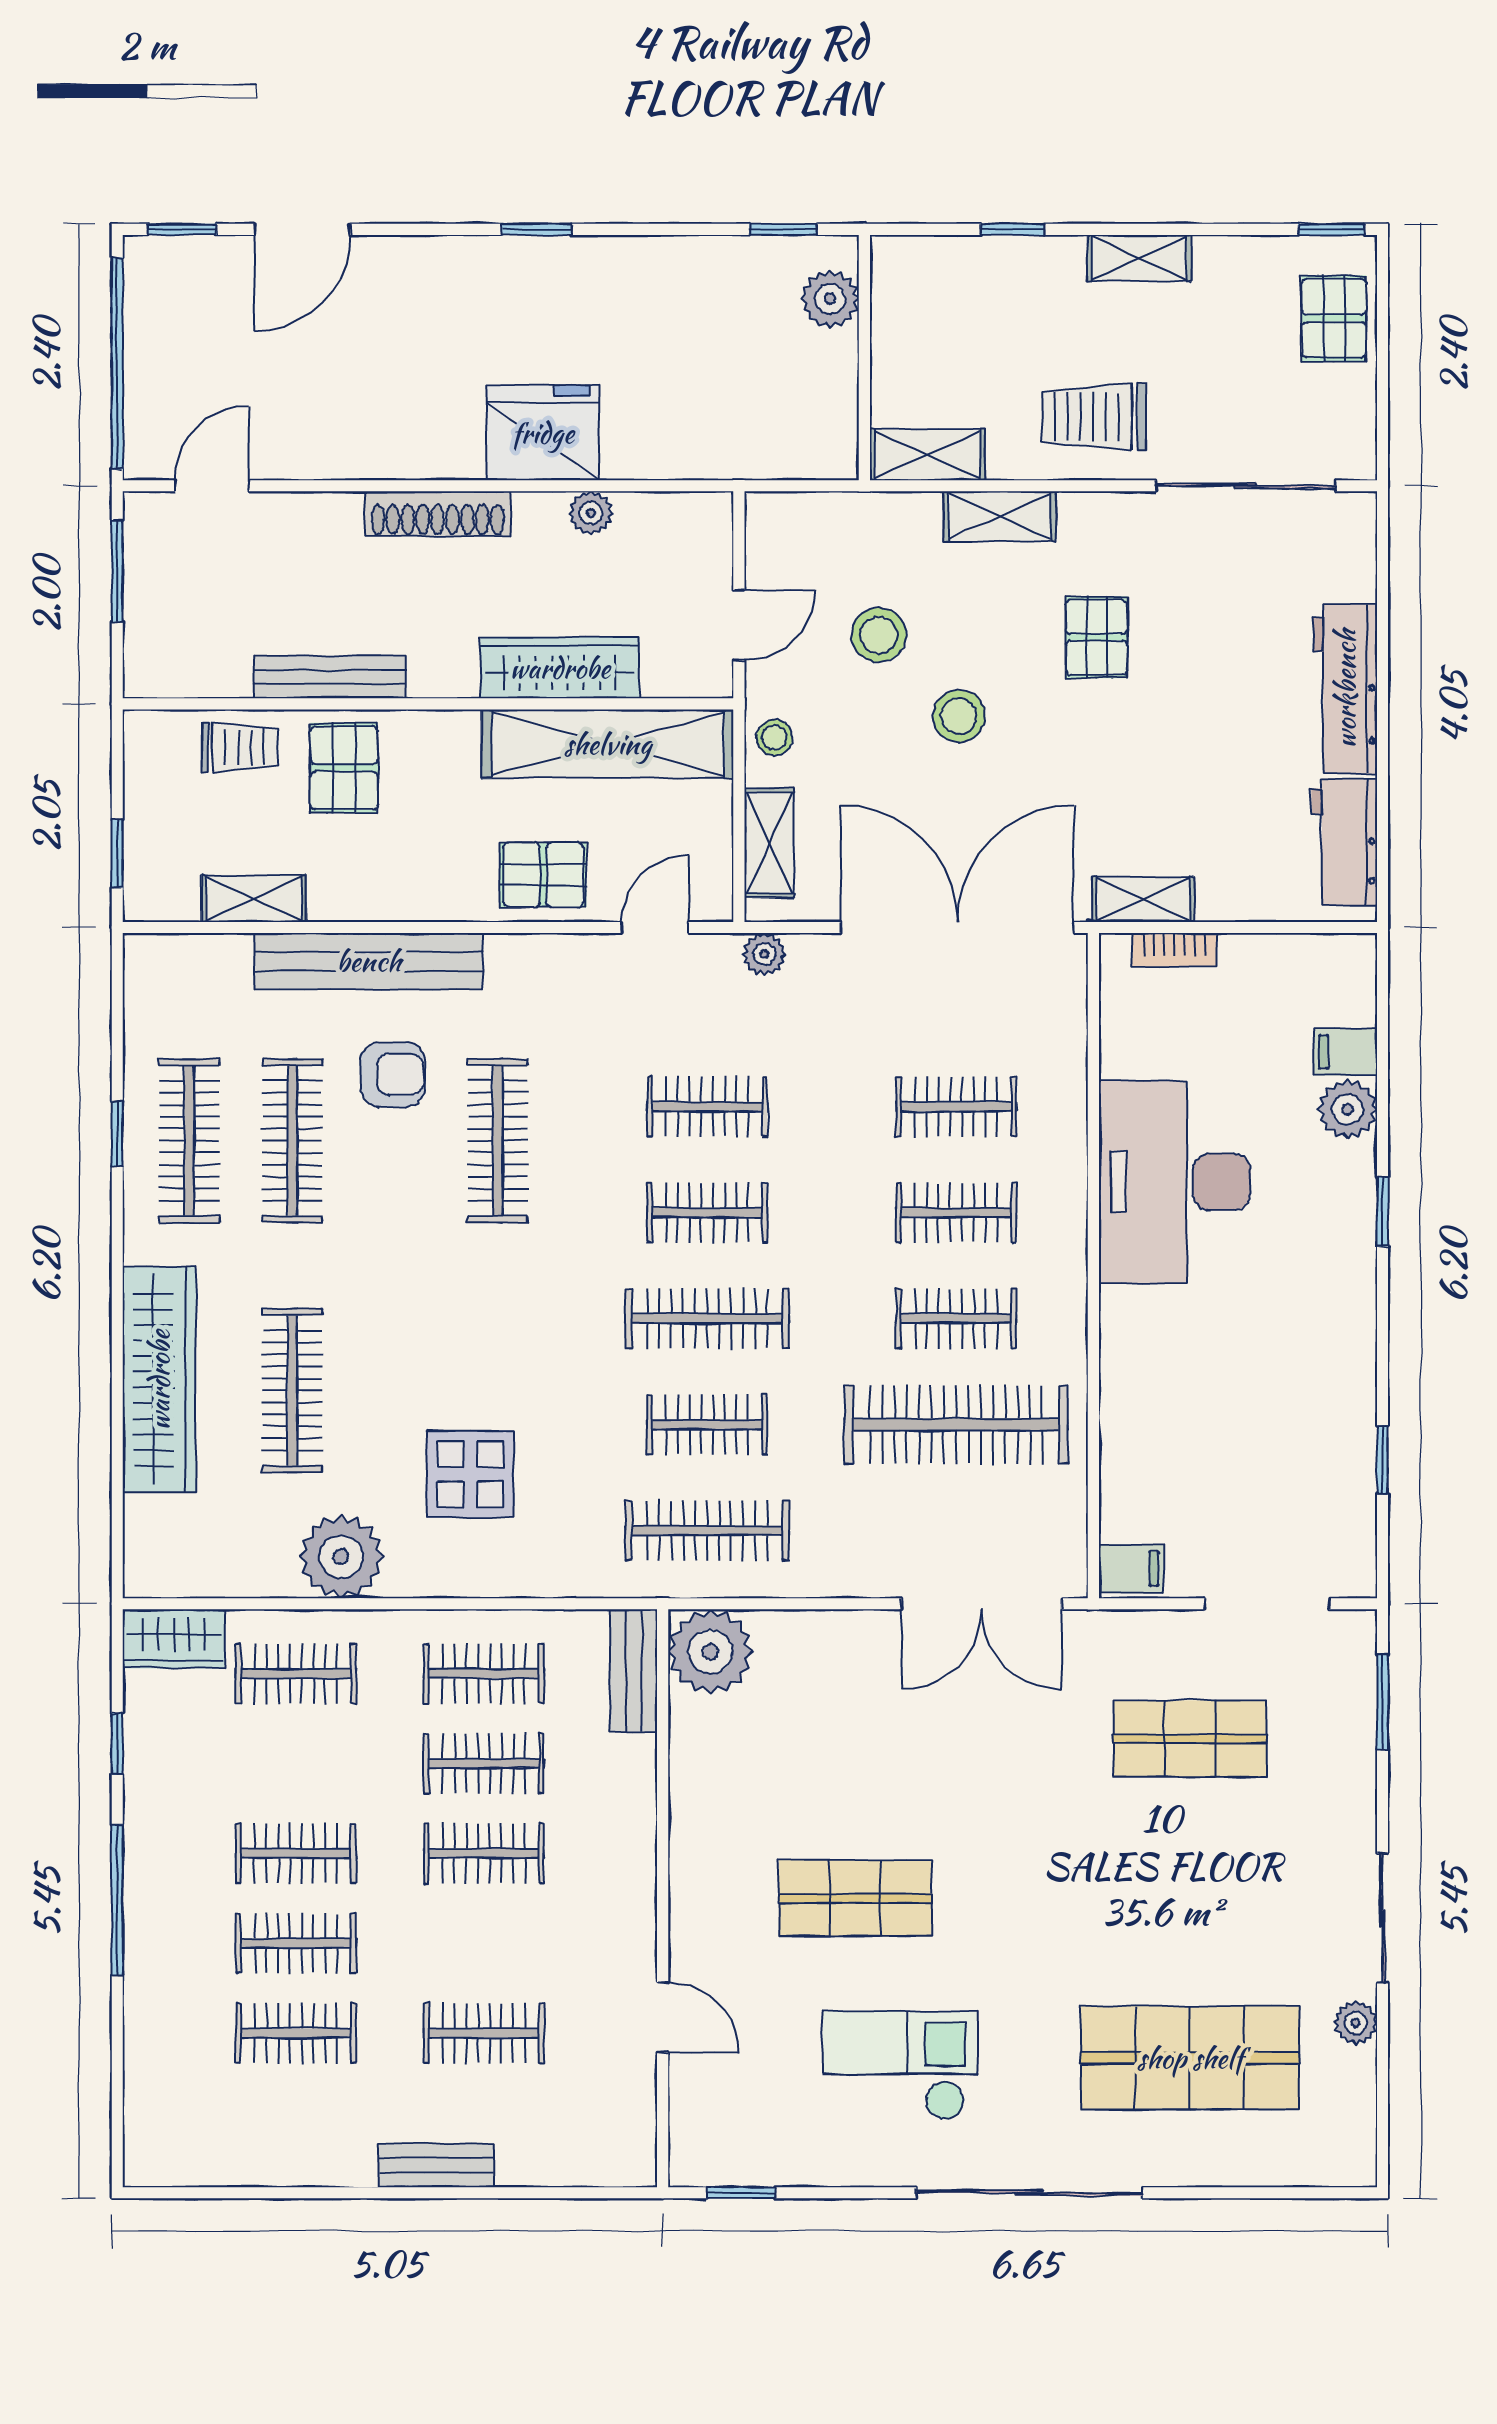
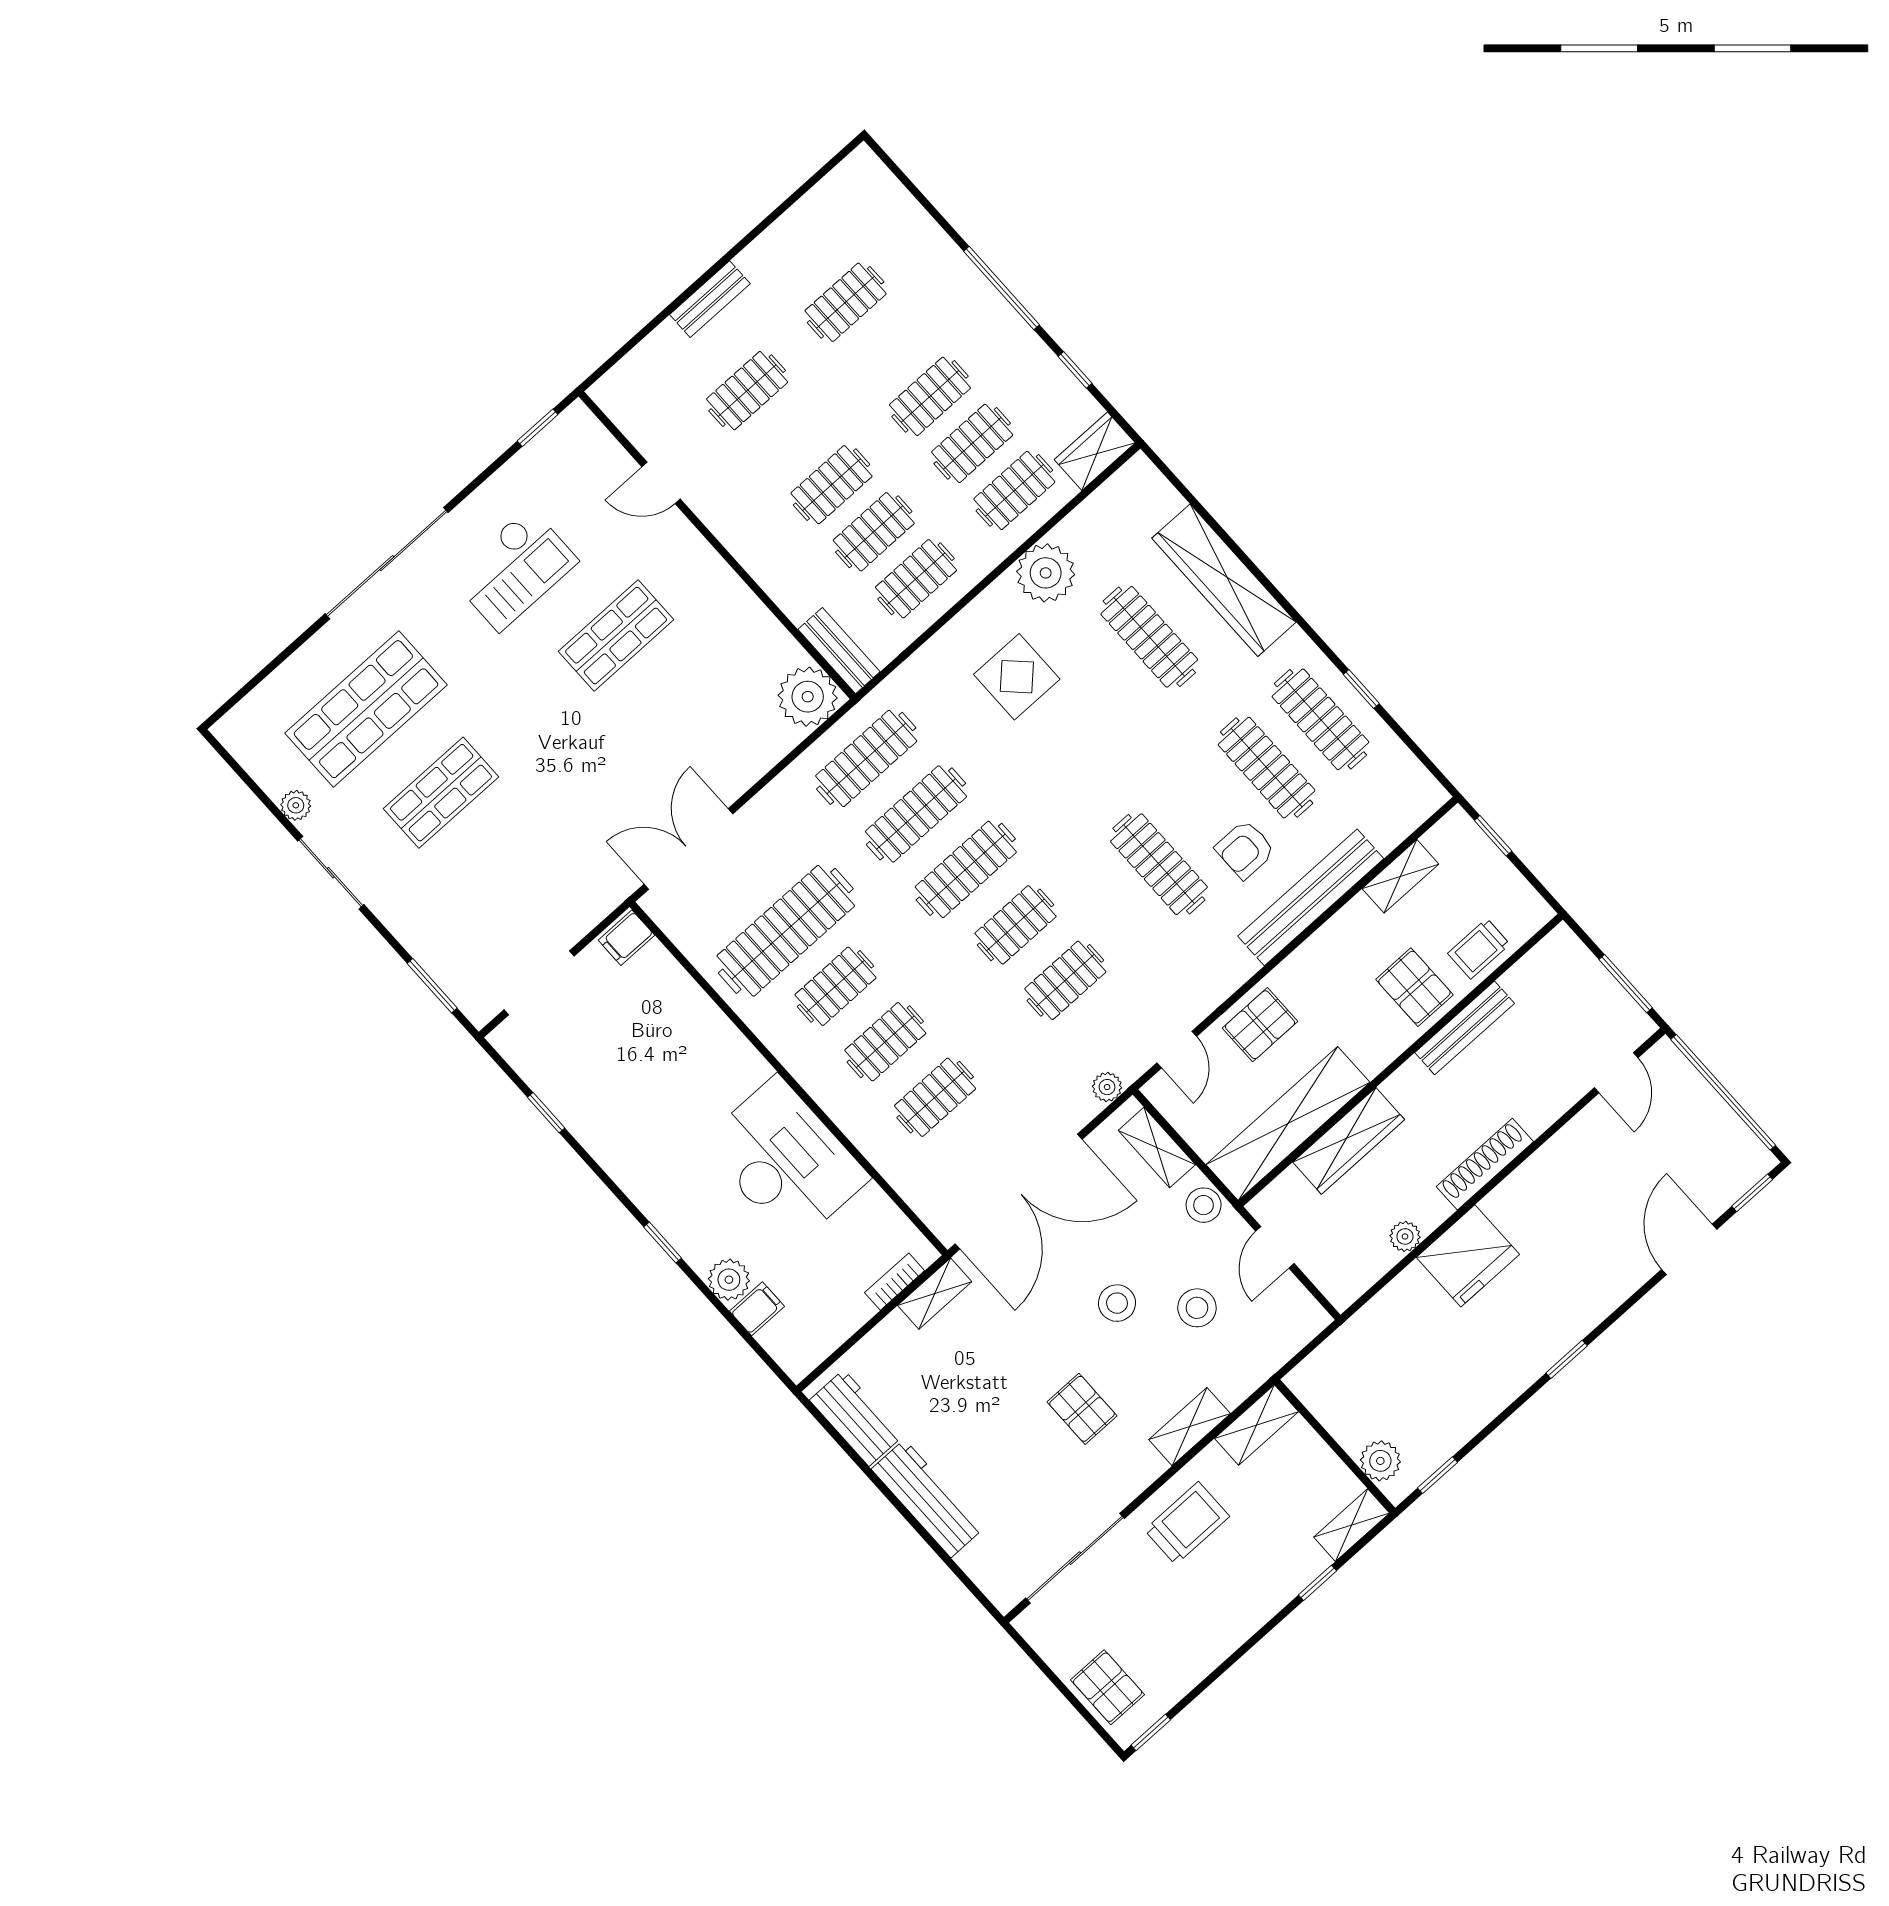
shelving: (1139, 258) -> (1352, 1525), moved
stool: (774, 738) -> (1204, 1205), width x1.37, depth x1.37
clothes rail: (707, 1425) -> (916, 814), width x1.36
shop shelf: (1190, 1739) -> (441, 793), moved
clothes rail: (296, 1943) -> (972, 443), moved

